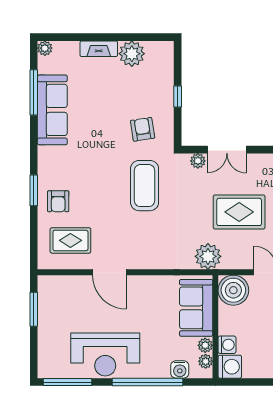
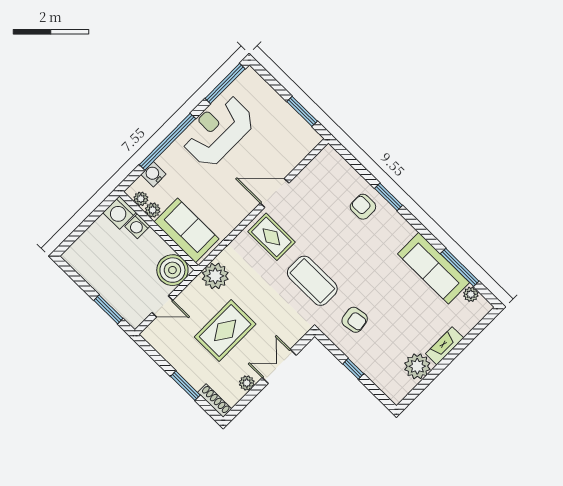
plant: (45, 48) -> (471, 294), moved
plant: (198, 161) -> (247, 383), moved
rug: (70, 240) -> (271, 237), moved, turned 90

